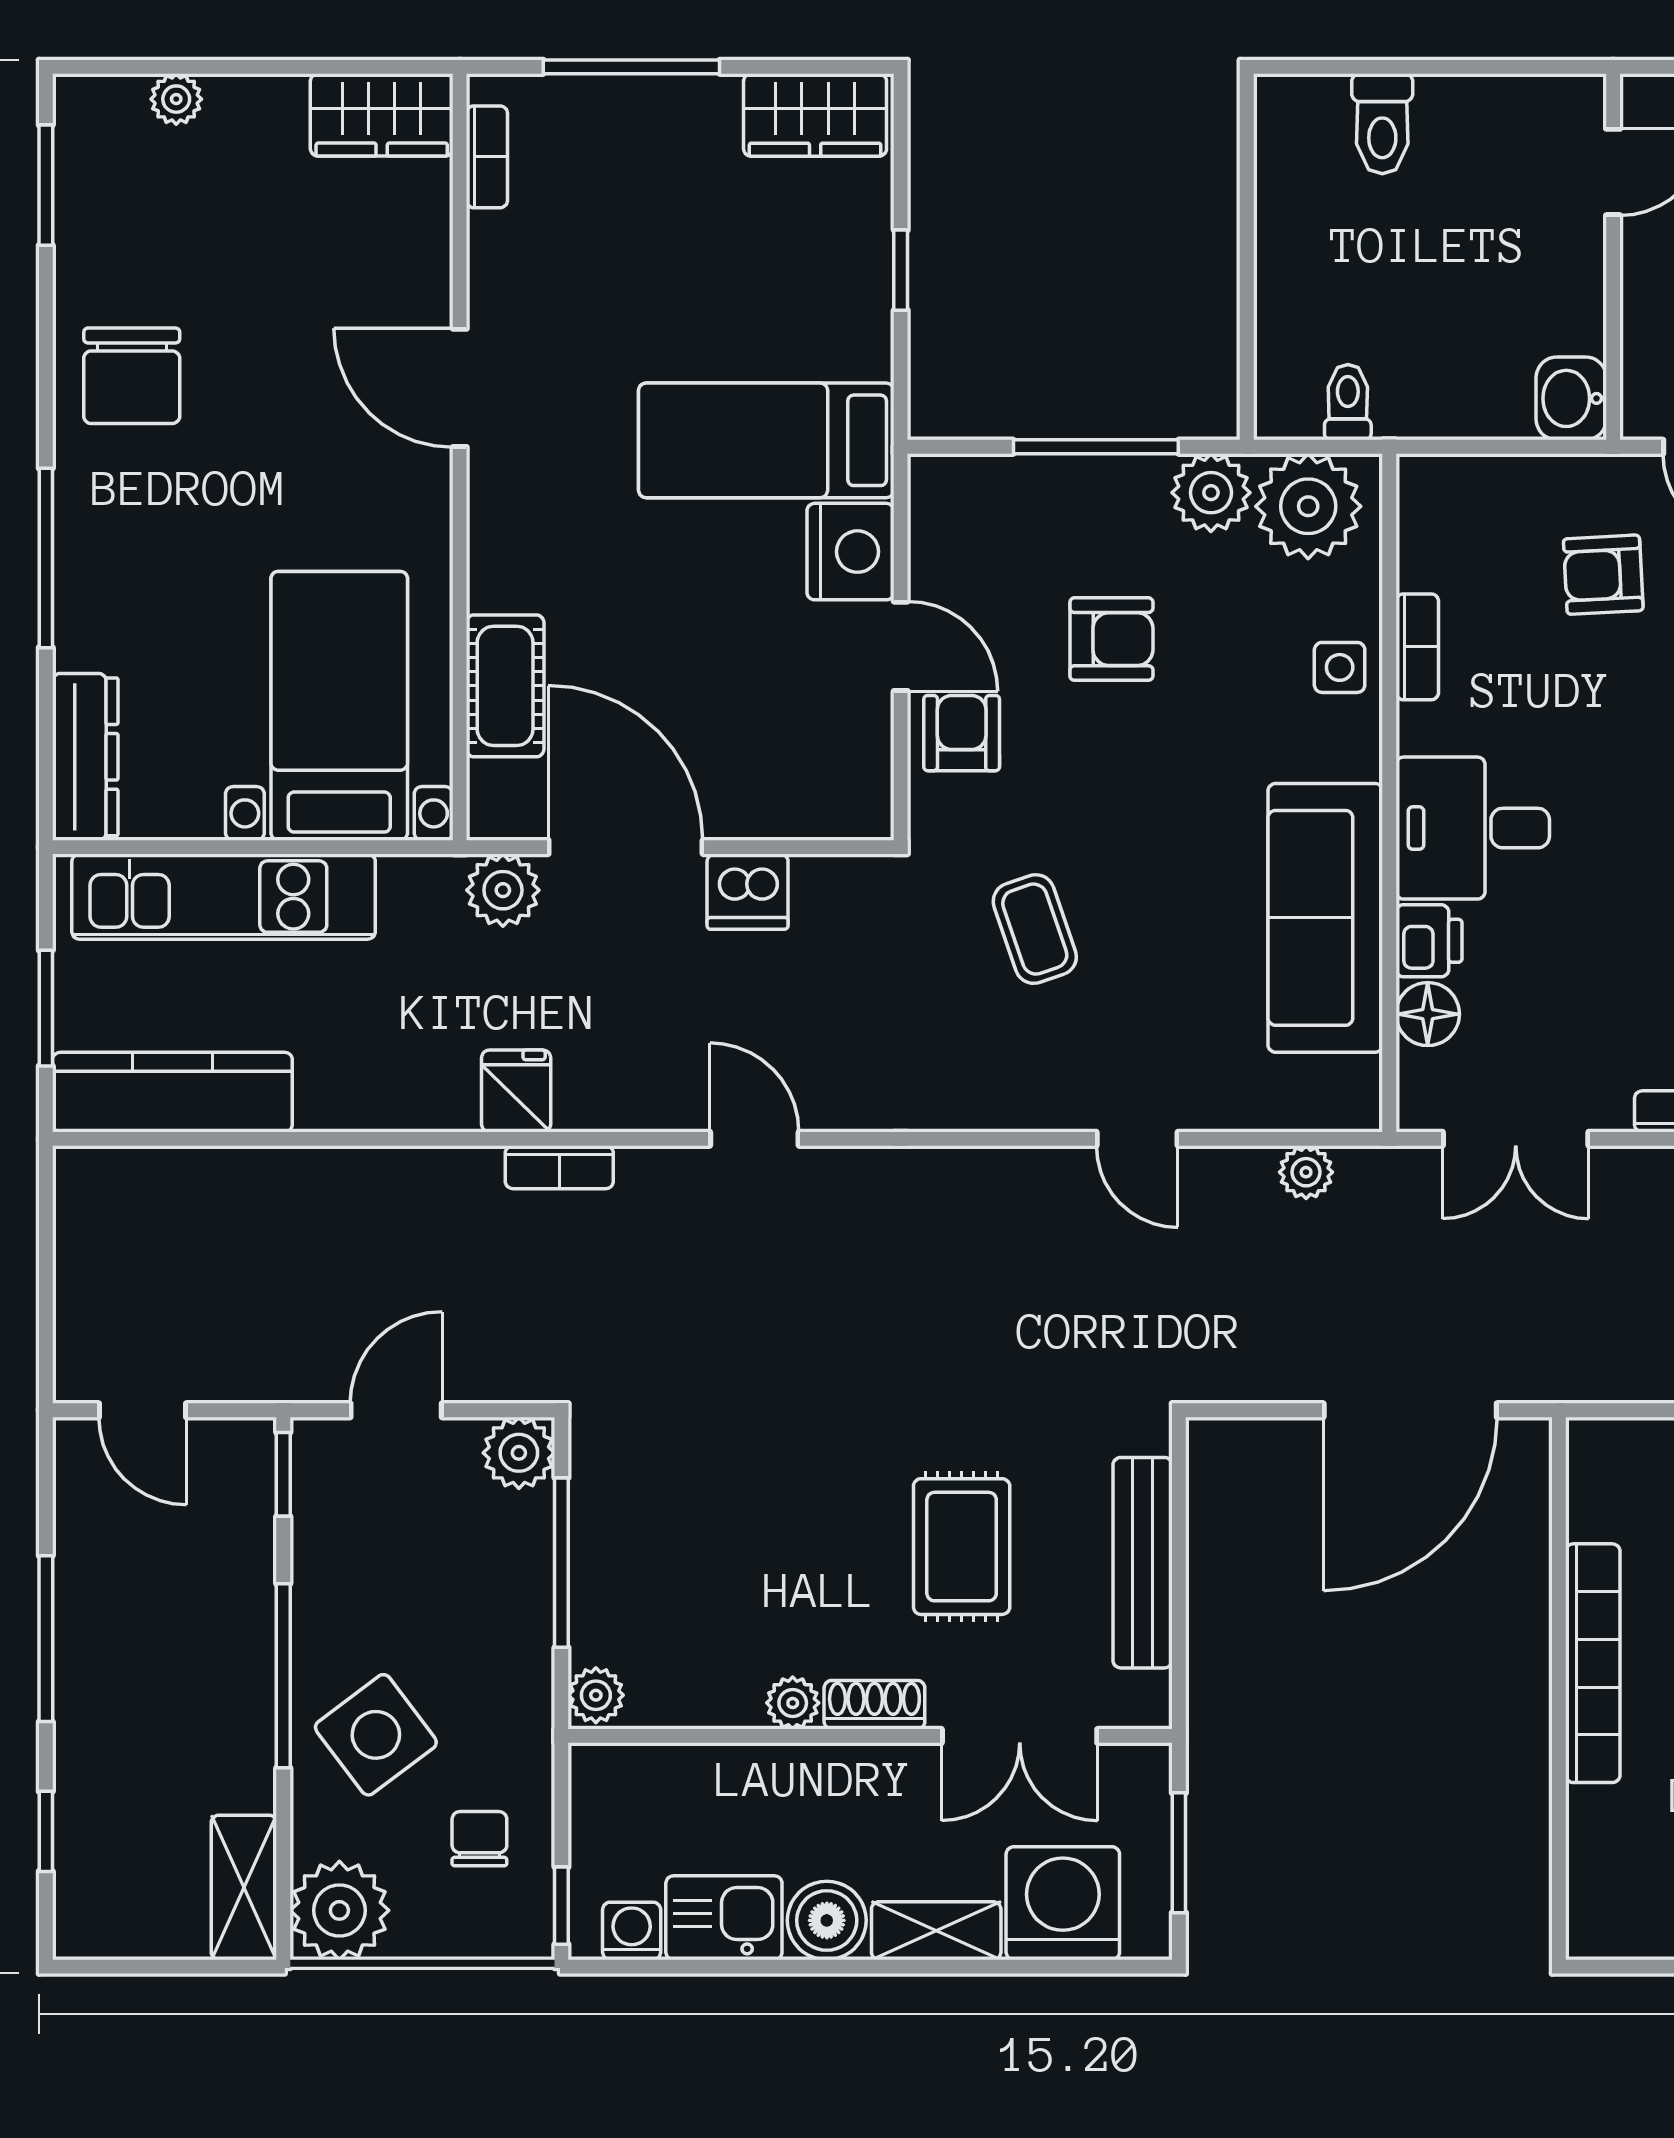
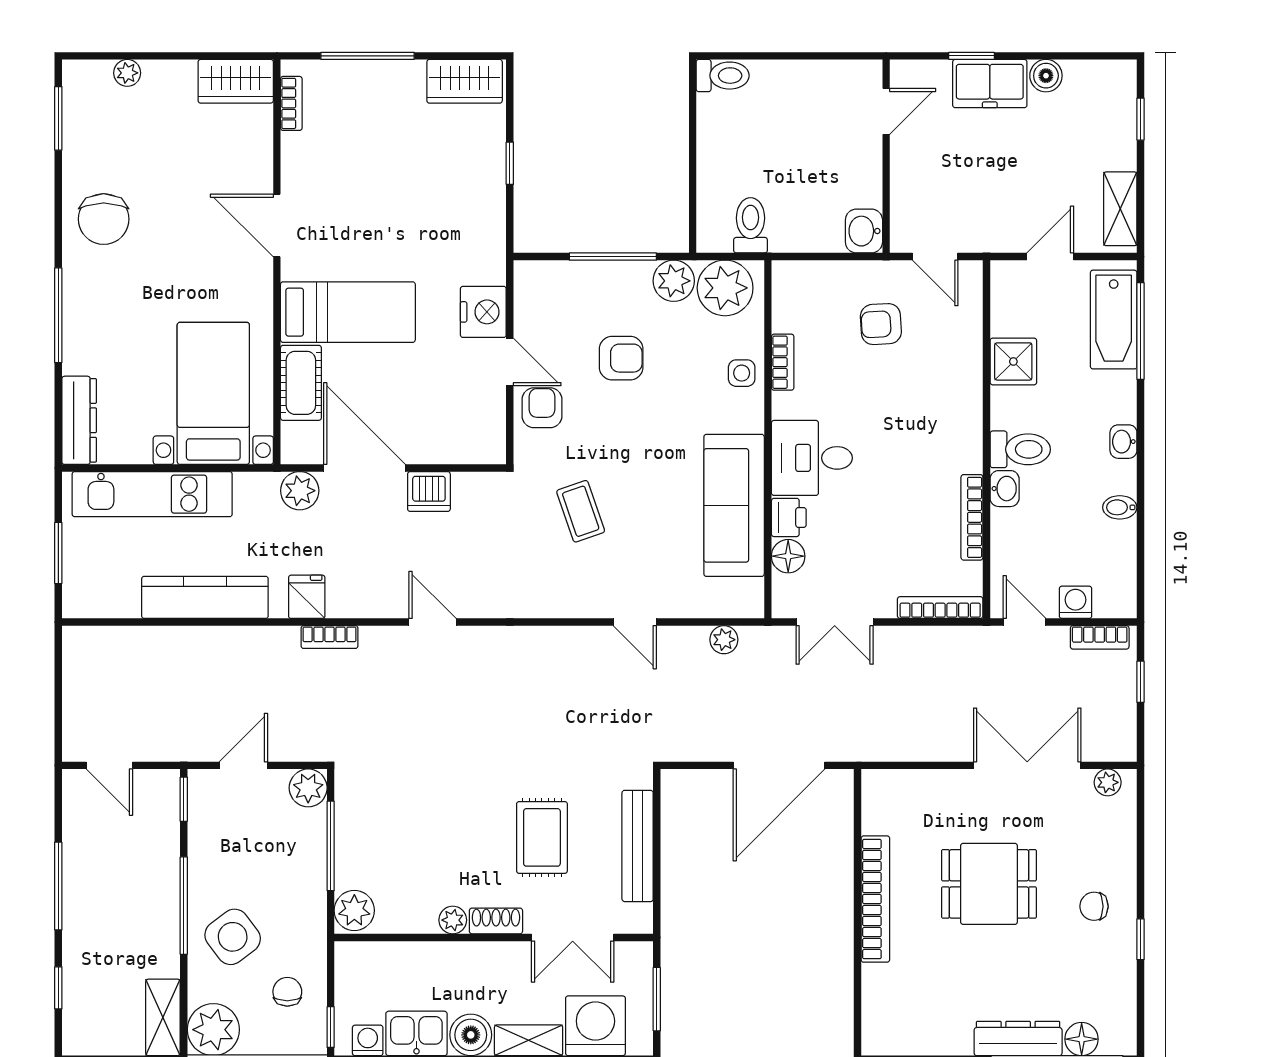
toilet: (1382, 124) -> (723, 76), moved, turned -90
toilet: (1348, 402) -> (751, 225), width x1.37, depth x1.39
bed: (766, 440) -> (348, 312), moved, turned 180
kitchen counter: (172, 1092) -> (205, 597), moved
plant: (596, 1695) -> (354, 910), width x1.38, depth x1.38

